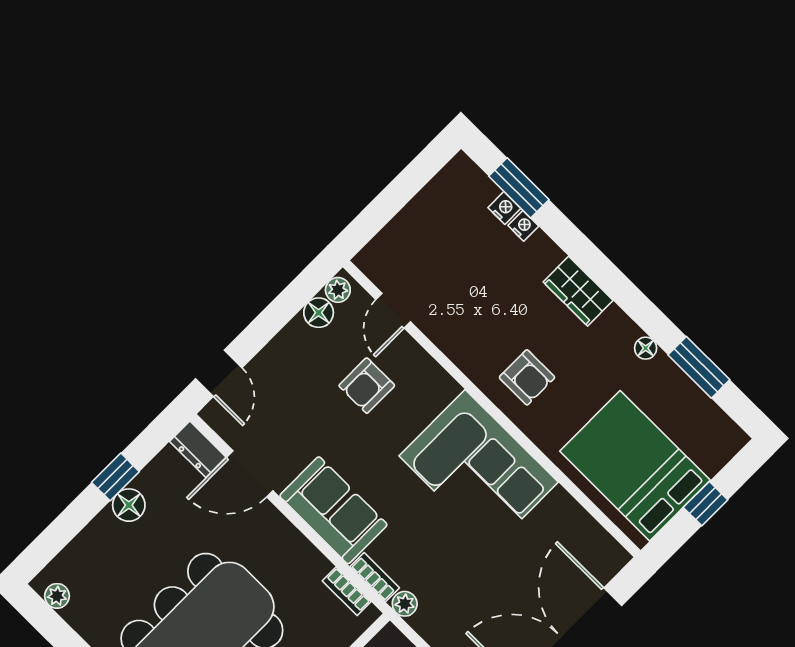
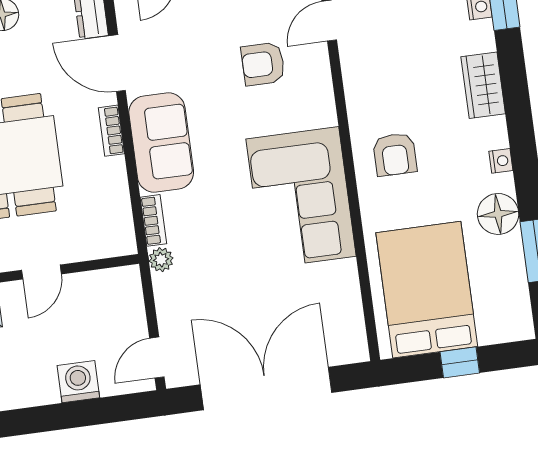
nightstand: (523, 226) -> (501, 161), moved
wardrobe: (578, 291) -> (483, 85), moved
floor lamp: (646, 348) -> (498, 214), width x1.89, depth x1.89
bookcase: (347, 591) -> (111, 131), moved

